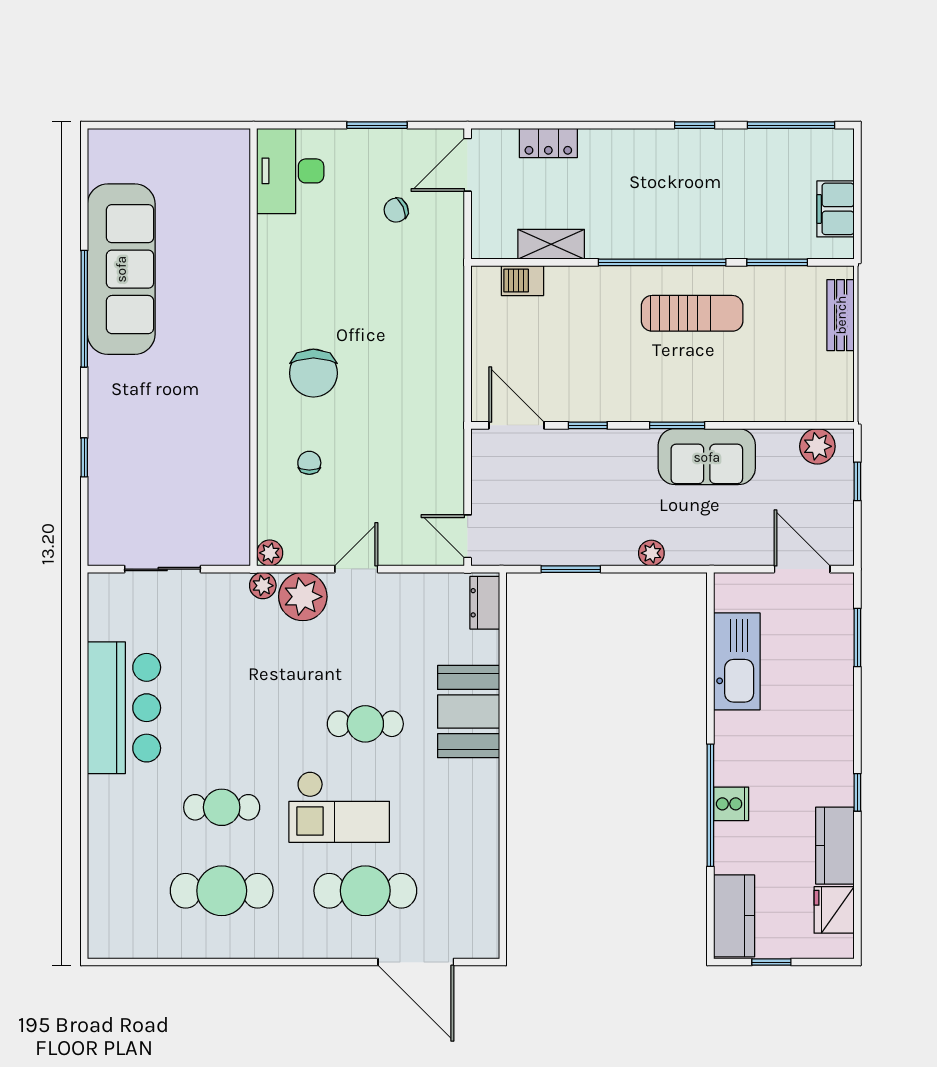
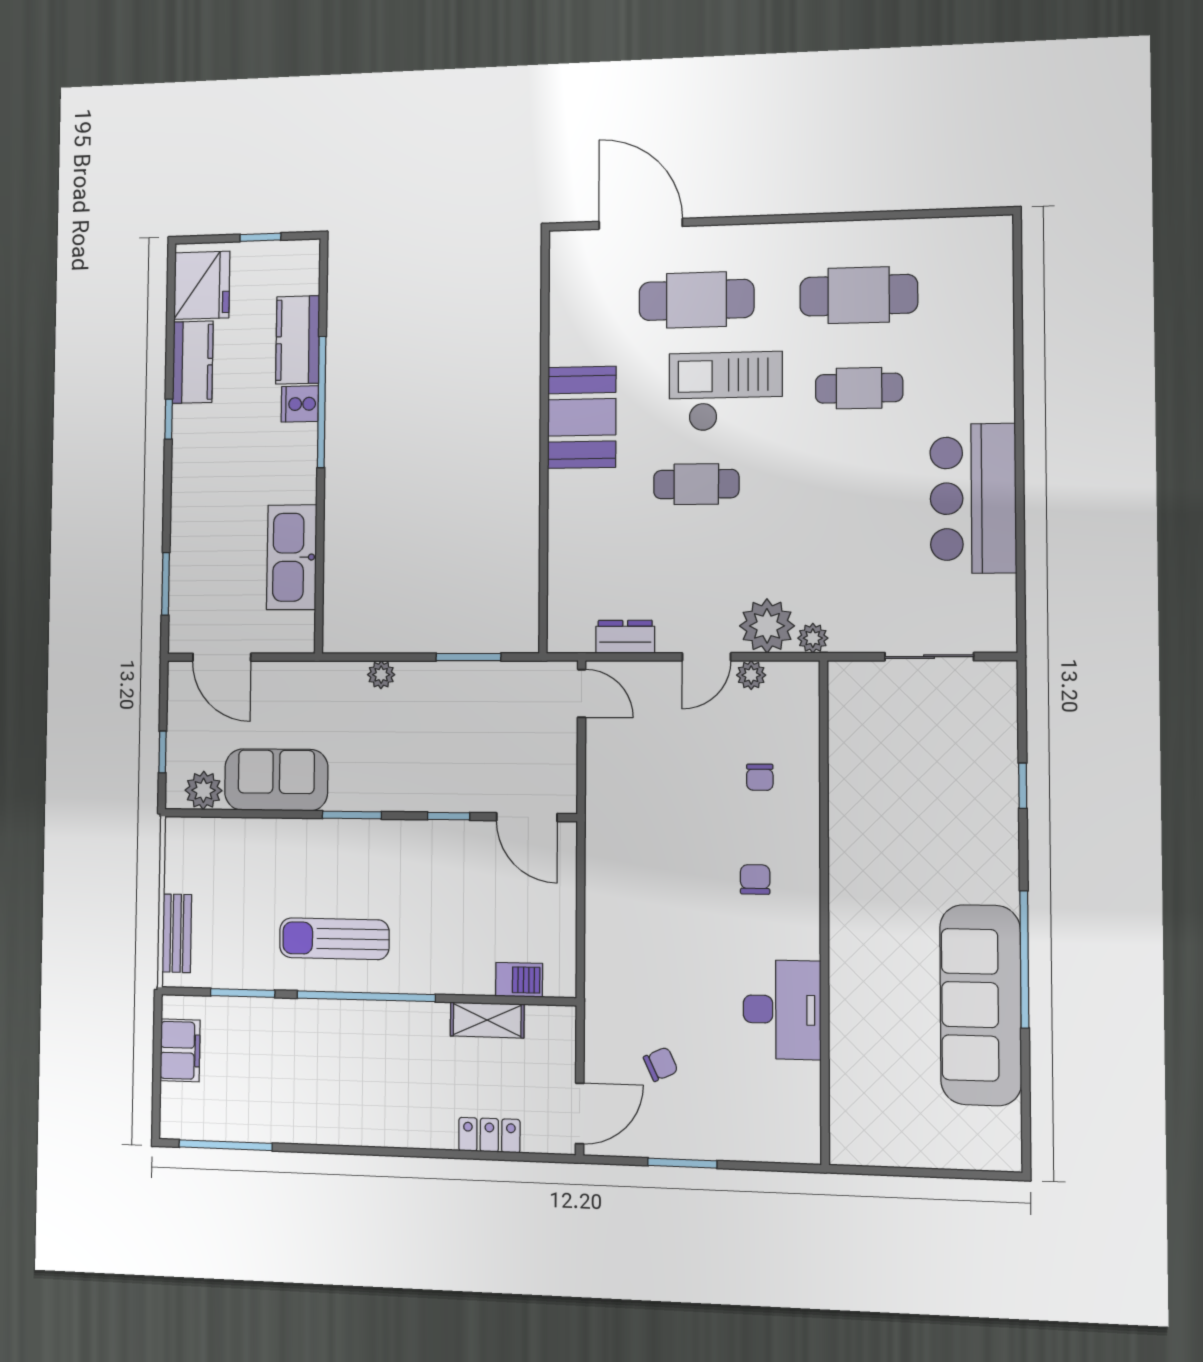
window: (695, 125) -> (329, 1149), removed
desk: (290, 171) -> (782, 1010), moved
chair: (313, 373) -> (755, 879), width x0.54, depth x0.54
sofa: (707, 457) -> (276, 780), moved
plant: (270, 553) -> (751, 675), moved
dresser: (485, 603) -> (625, 637), moved, turned -90
booth: (469, 712) -> (582, 417), moved
fridge: (834, 910) -> (202, 285), width x1.36, depth x1.34
kitchen counter: (734, 916) -> (298, 340), moved

